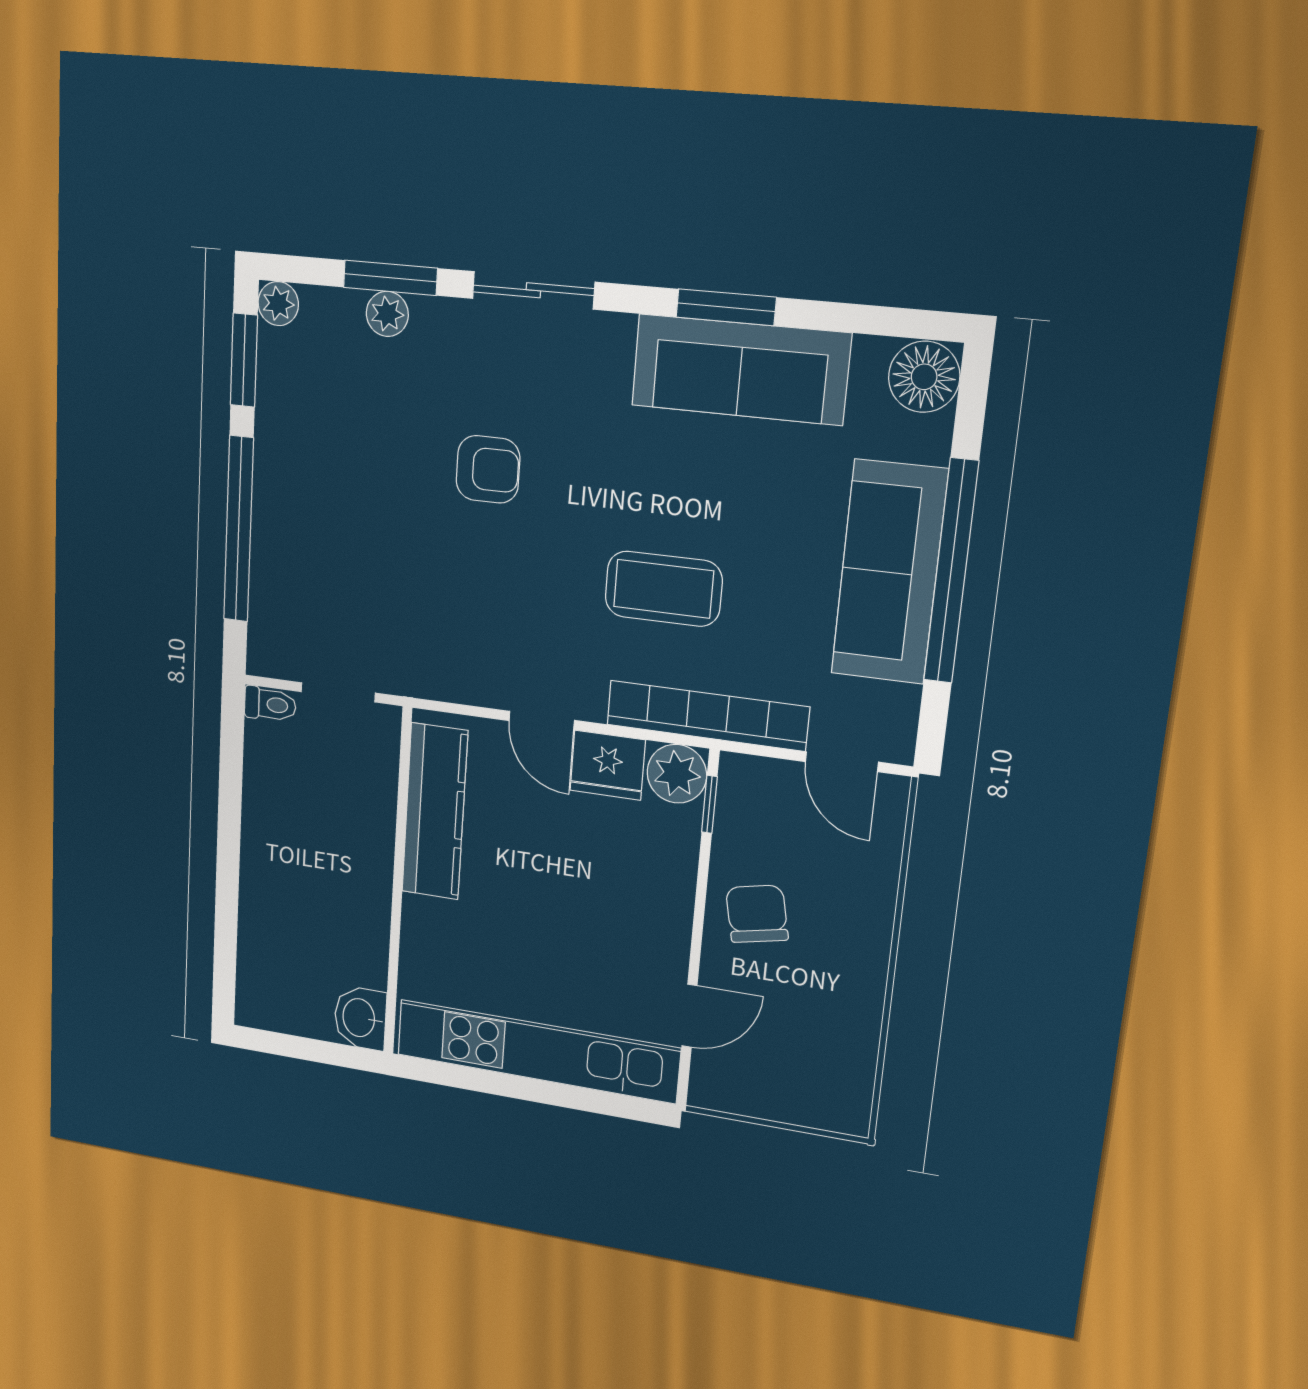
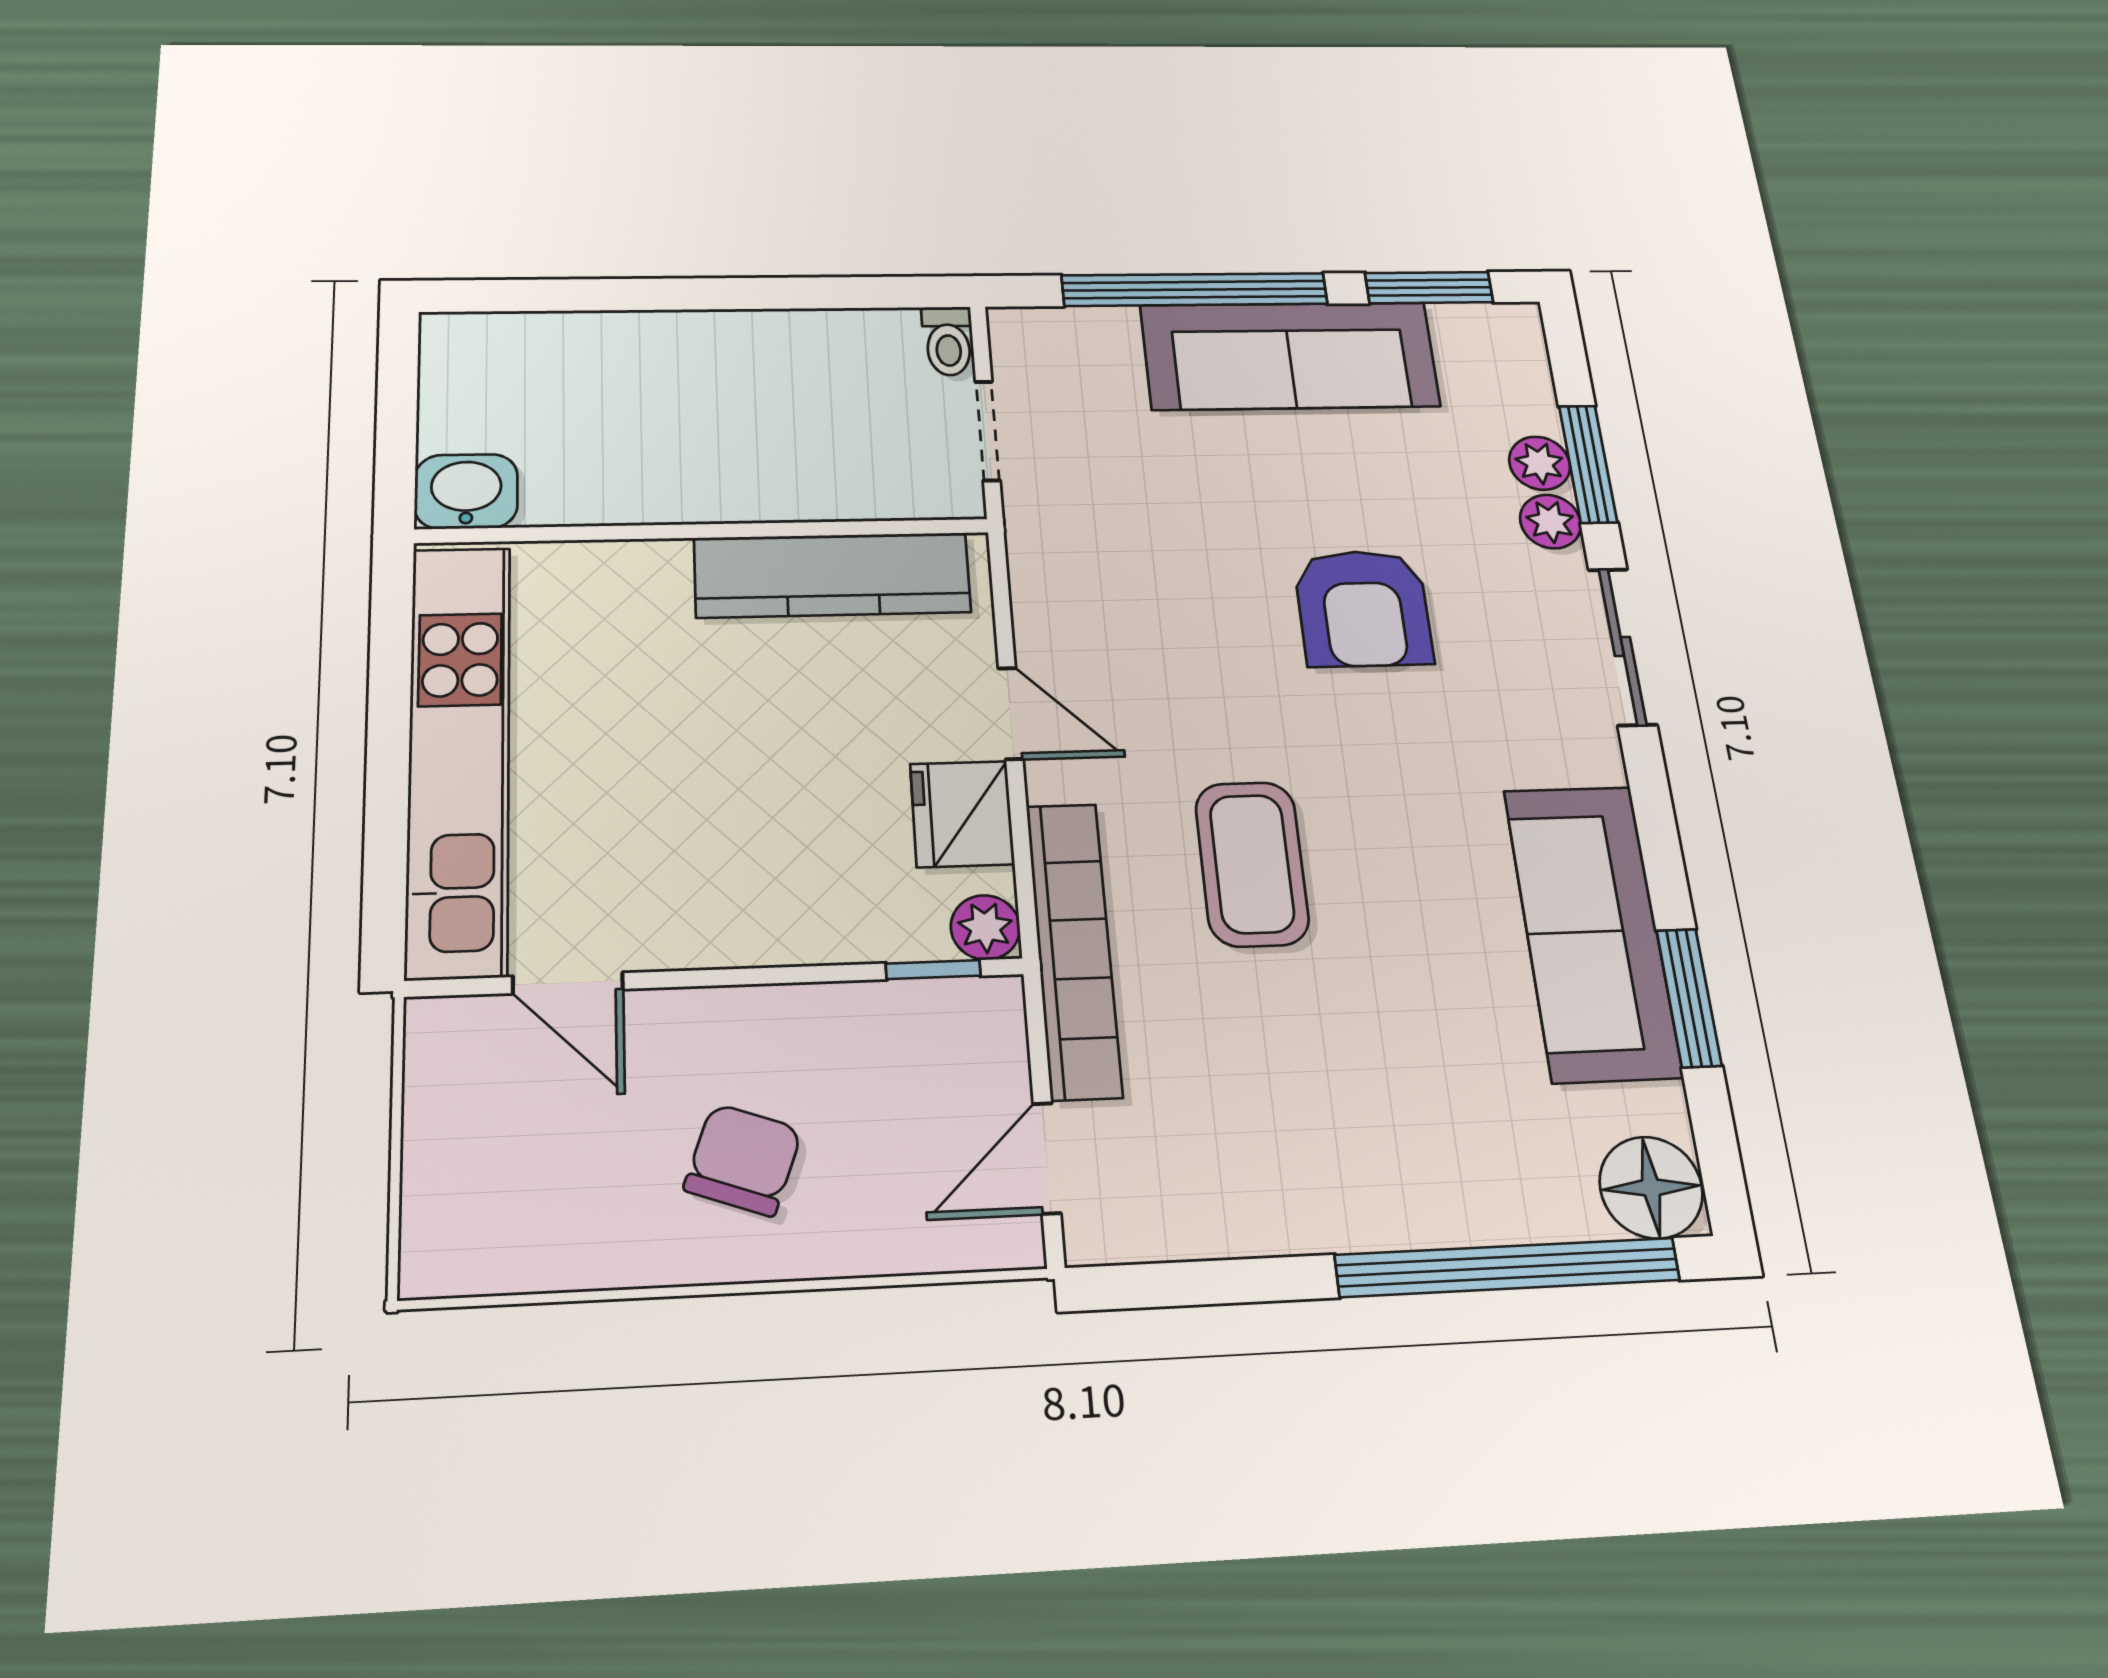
plant: (278, 304) -> (1550, 522), moved
window: (726, 307) -> (1689, 998), moved
armchair: (488, 469) -> (1363, 608), width x1.38, depth x1.38
sofa: (889, 572) -> (1290, 356), moved, turned 180
window: (951, 572) -> (1508, 1267), moved
door: (542, 720) -> (1011, 713), swing flipped
plant: (677, 774) -> (985, 927), width x0.73, depth x0.73
chair: (757, 914) -> (743, 1160), moved, turned -58

